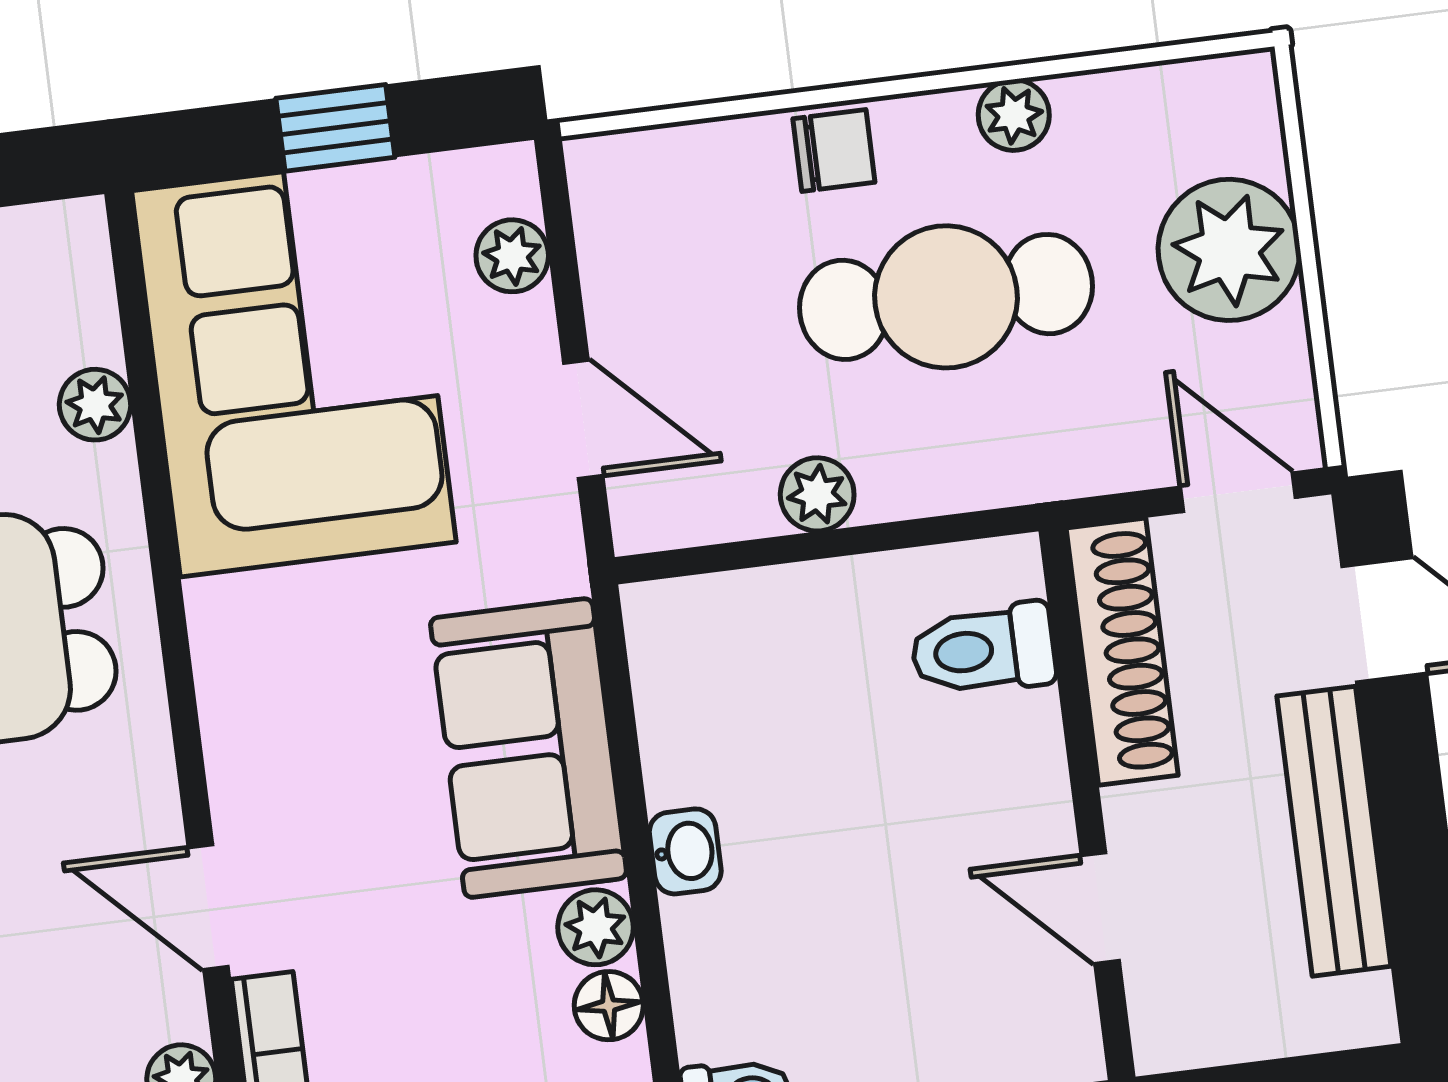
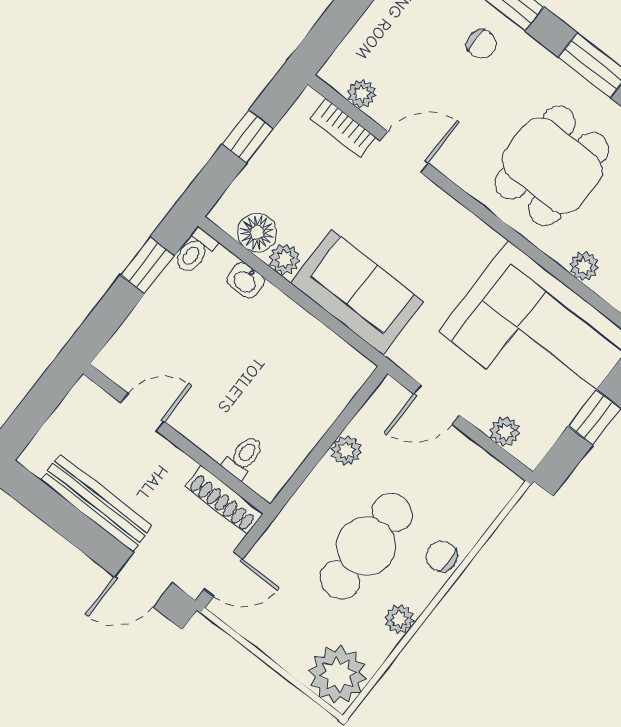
chair: (834, 151) -> (442, 556), turned 90
plant: (1229, 250) -> (338, 675), moved
toilet: (983, 650) -> (243, 457), width x0.73, depth x0.72
shoe rack: (1122, 652) -> (224, 500), width x0.74, depth x0.81
washbasin: (685, 851) -> (246, 280), moved
floor lamp: (609, 1006) -> (257, 233), width x1.37, depth x1.37

